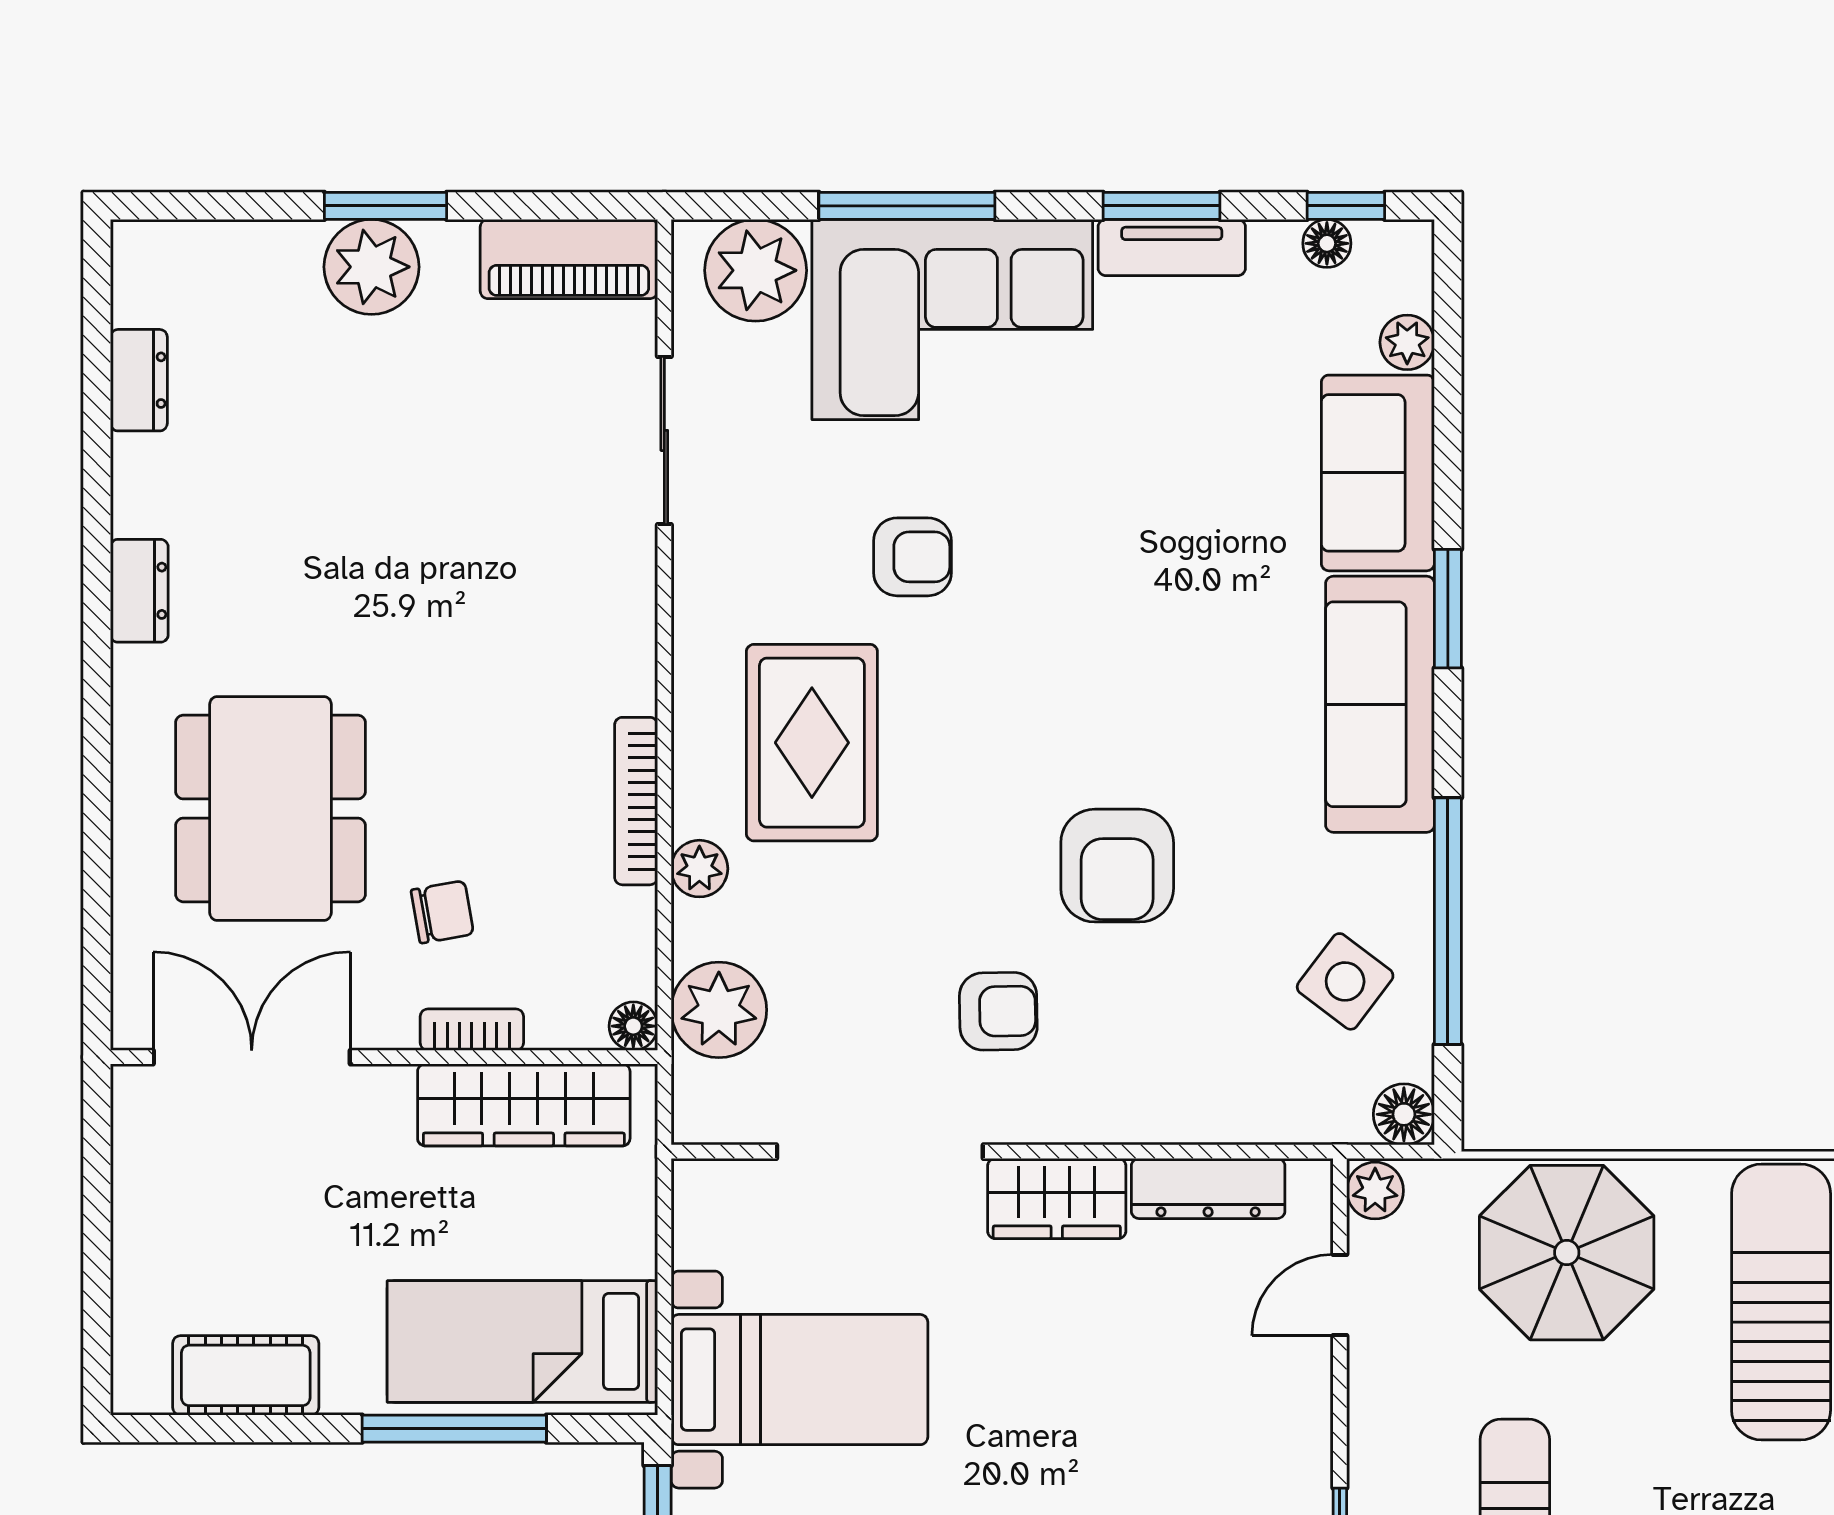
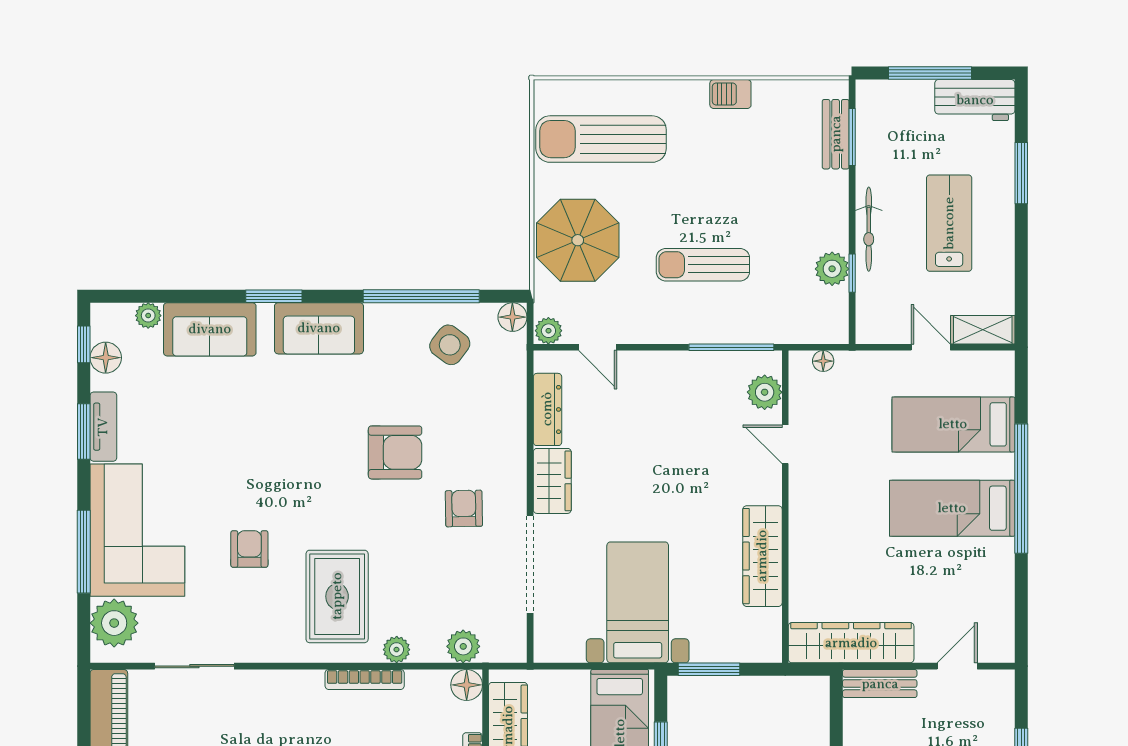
floor lamp: (1327, 243) -> (106, 358), width x1.37, depth x1.37
sofa: (1380, 704) -> (319, 328), width x0.73
rug: (812, 743) -> (337, 596), turned 90
plant: (719, 1010) -> (463, 646), width x0.73, depth x0.73
floor lamp: (633, 1026) -> (467, 685), width x1.37, depth x1.37

